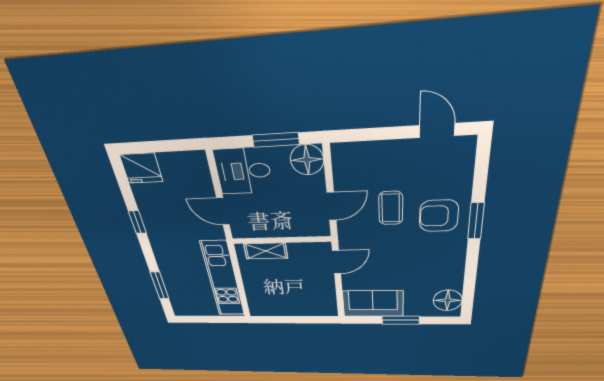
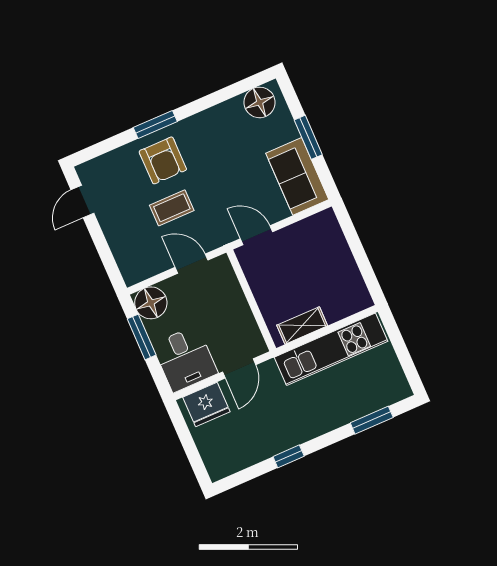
fridge: (141, 168) -> (206, 404), moved, turned 90
shelving: (266, 251) -> (302, 325), moved, turned 90

